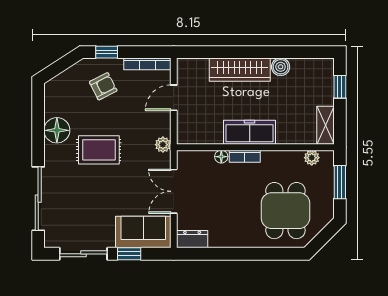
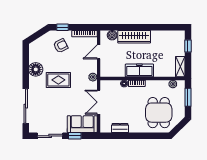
boiler: (281, 67) -> (112, 35), moved
dresser: (192, 239) -> (120, 128), moved

